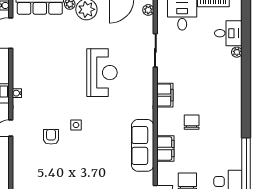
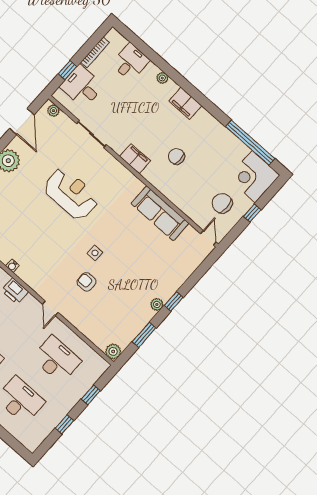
plant: (237, 52) -> (162, 78), moved
water cooler: (17, 93) -> (13, 266), moved
filing cabinet: (165, 148) -> (185, 103), moved, turned 180

